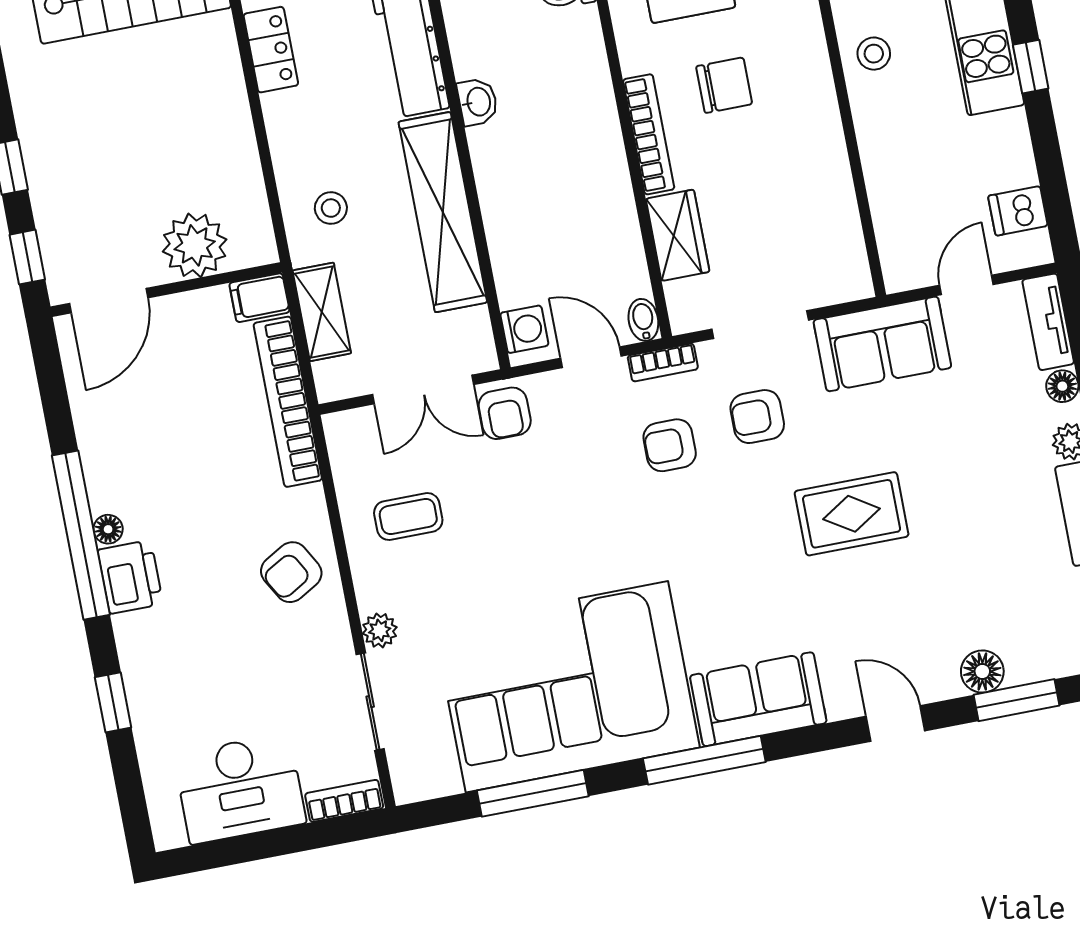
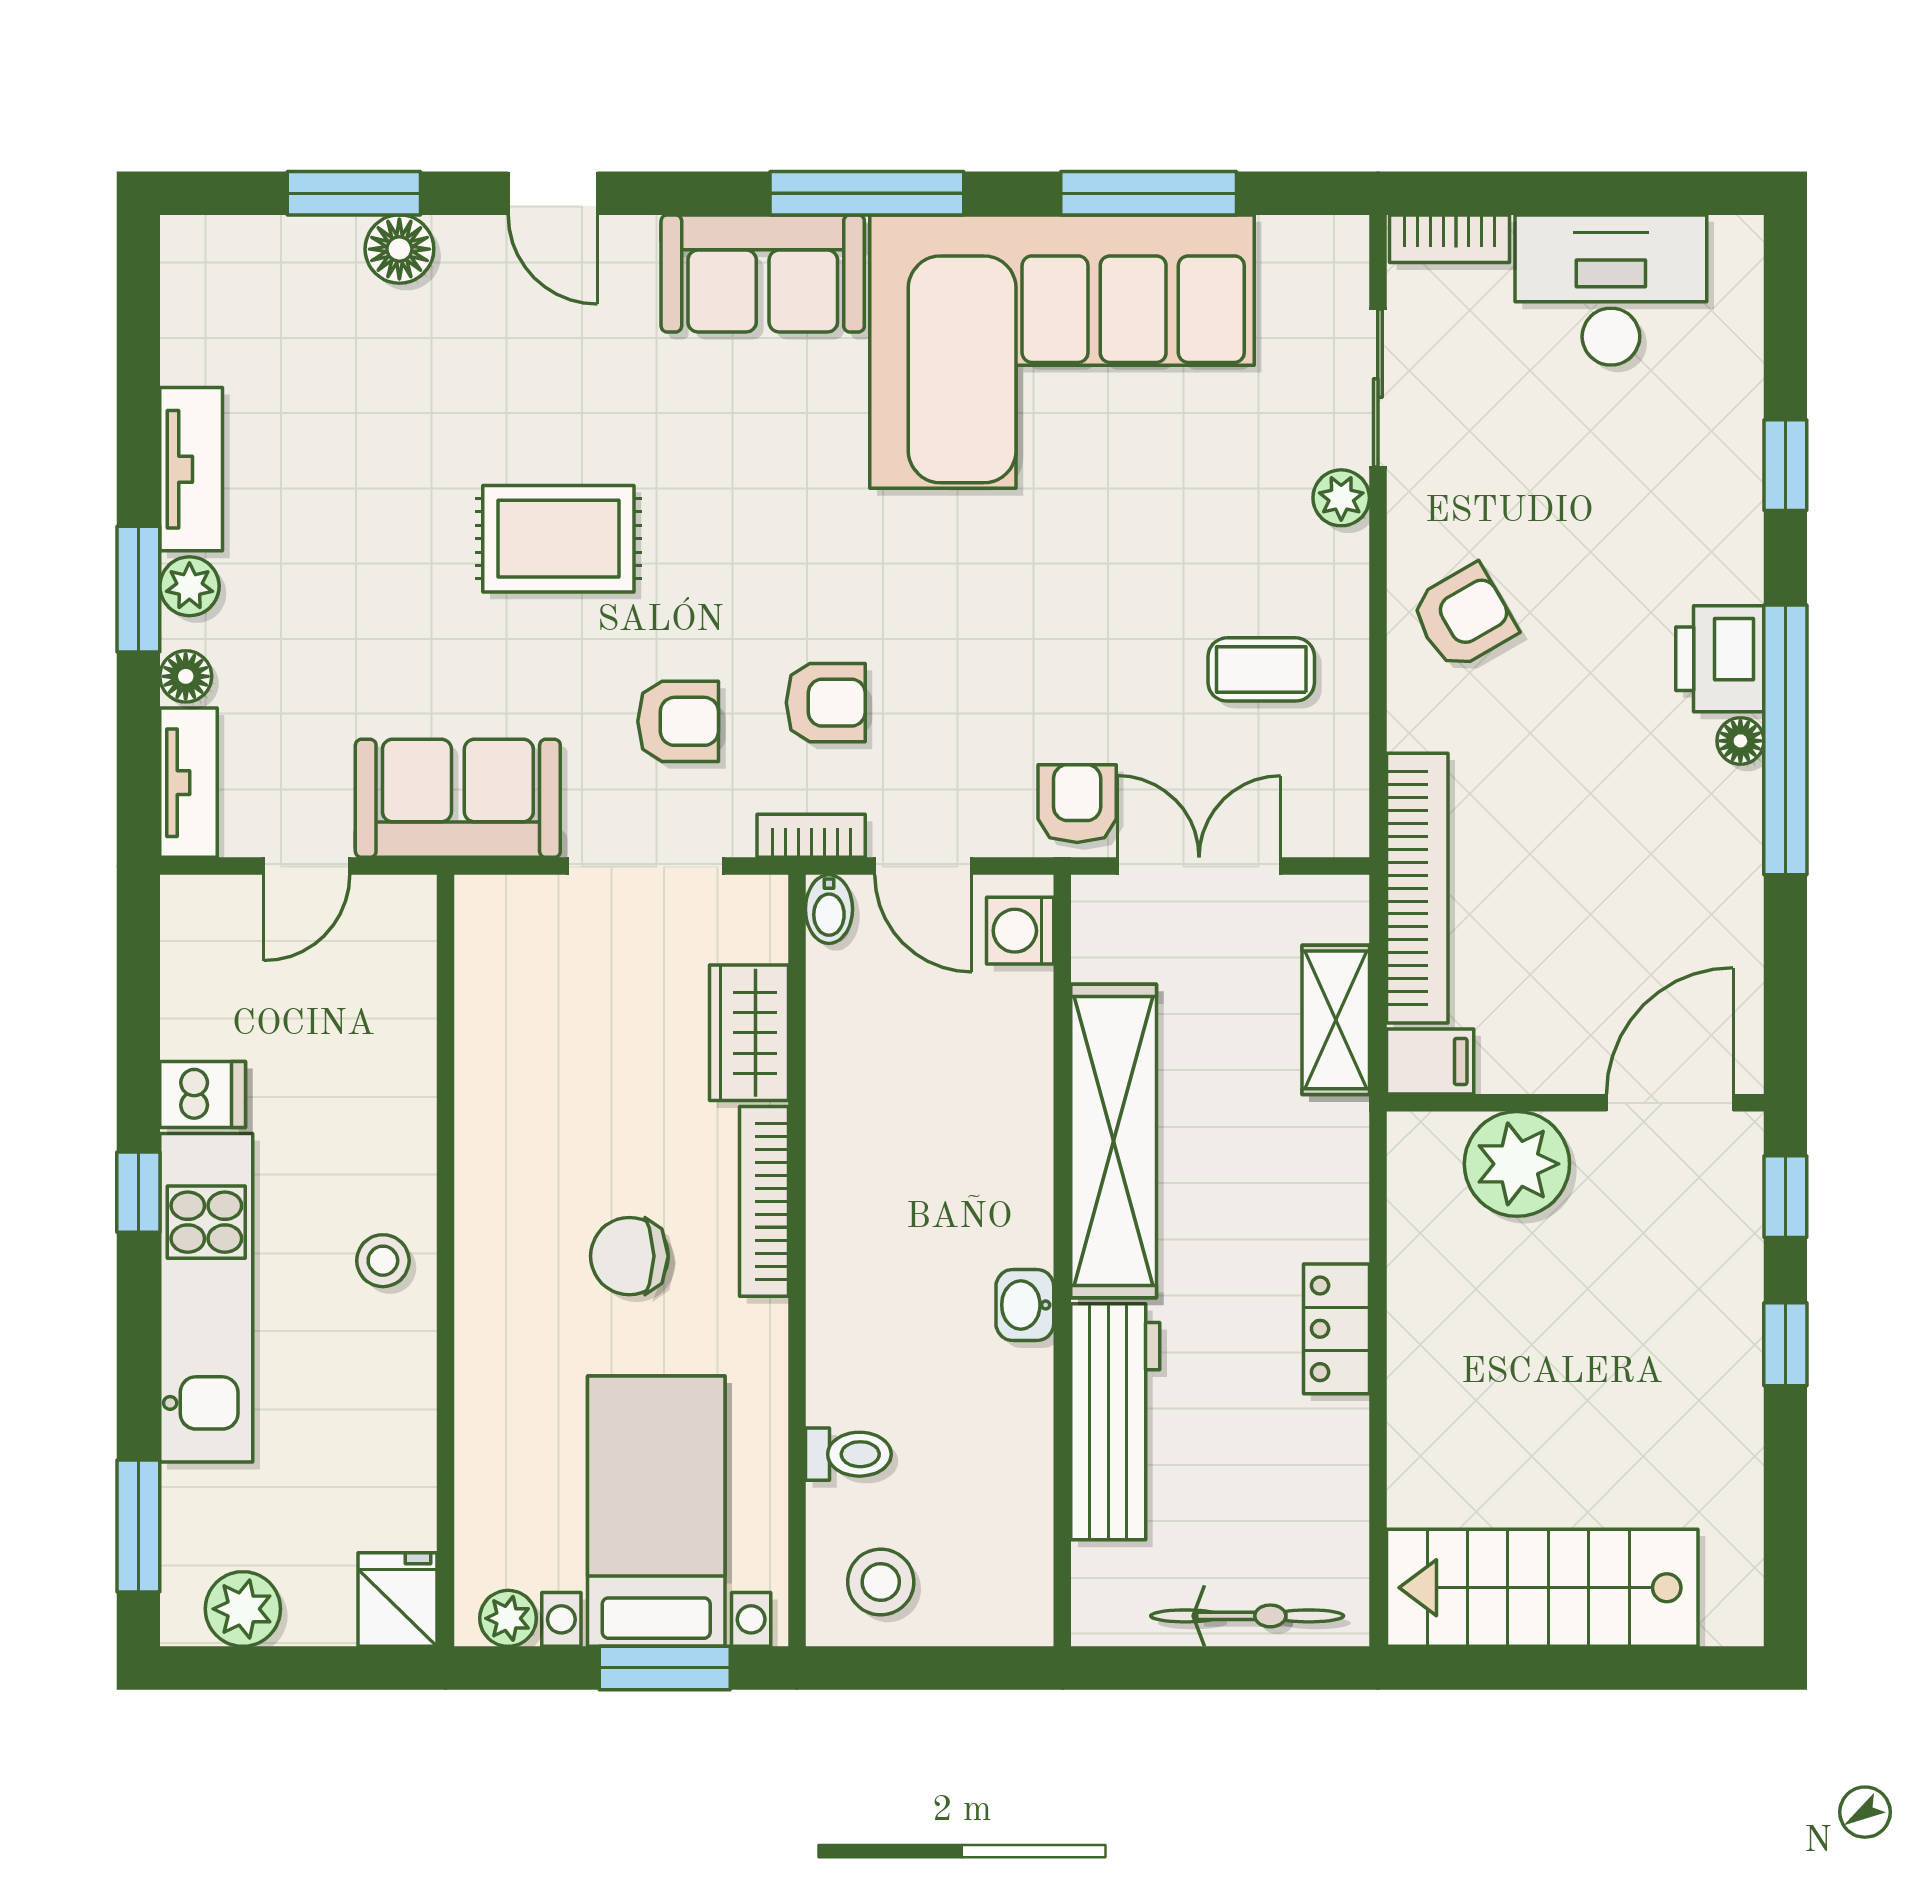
locker: (271, 50) -> (1336, 1329), moved
stool: (331, 208) -> (1290, 1182), removed
dishwasher: (1018, 211) -> (203, 1094), moved

